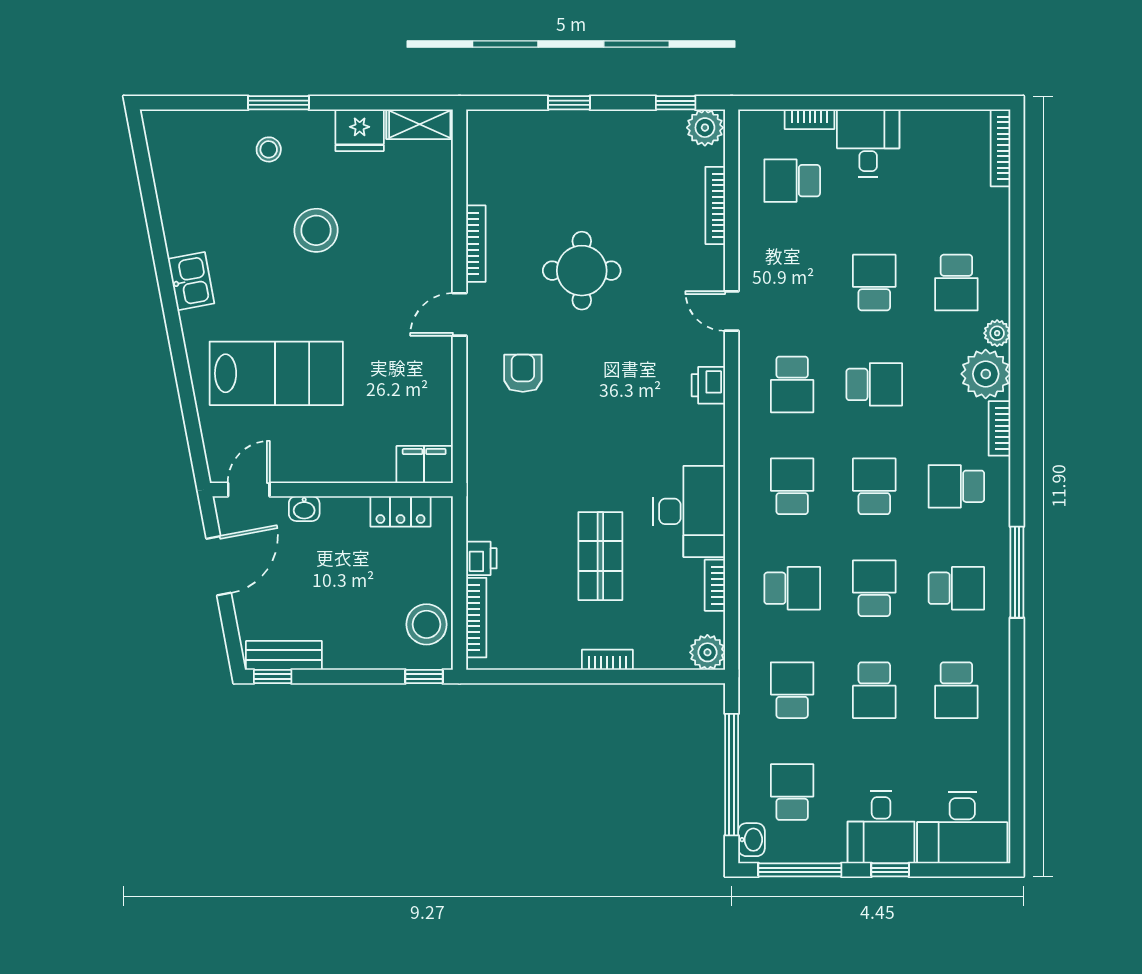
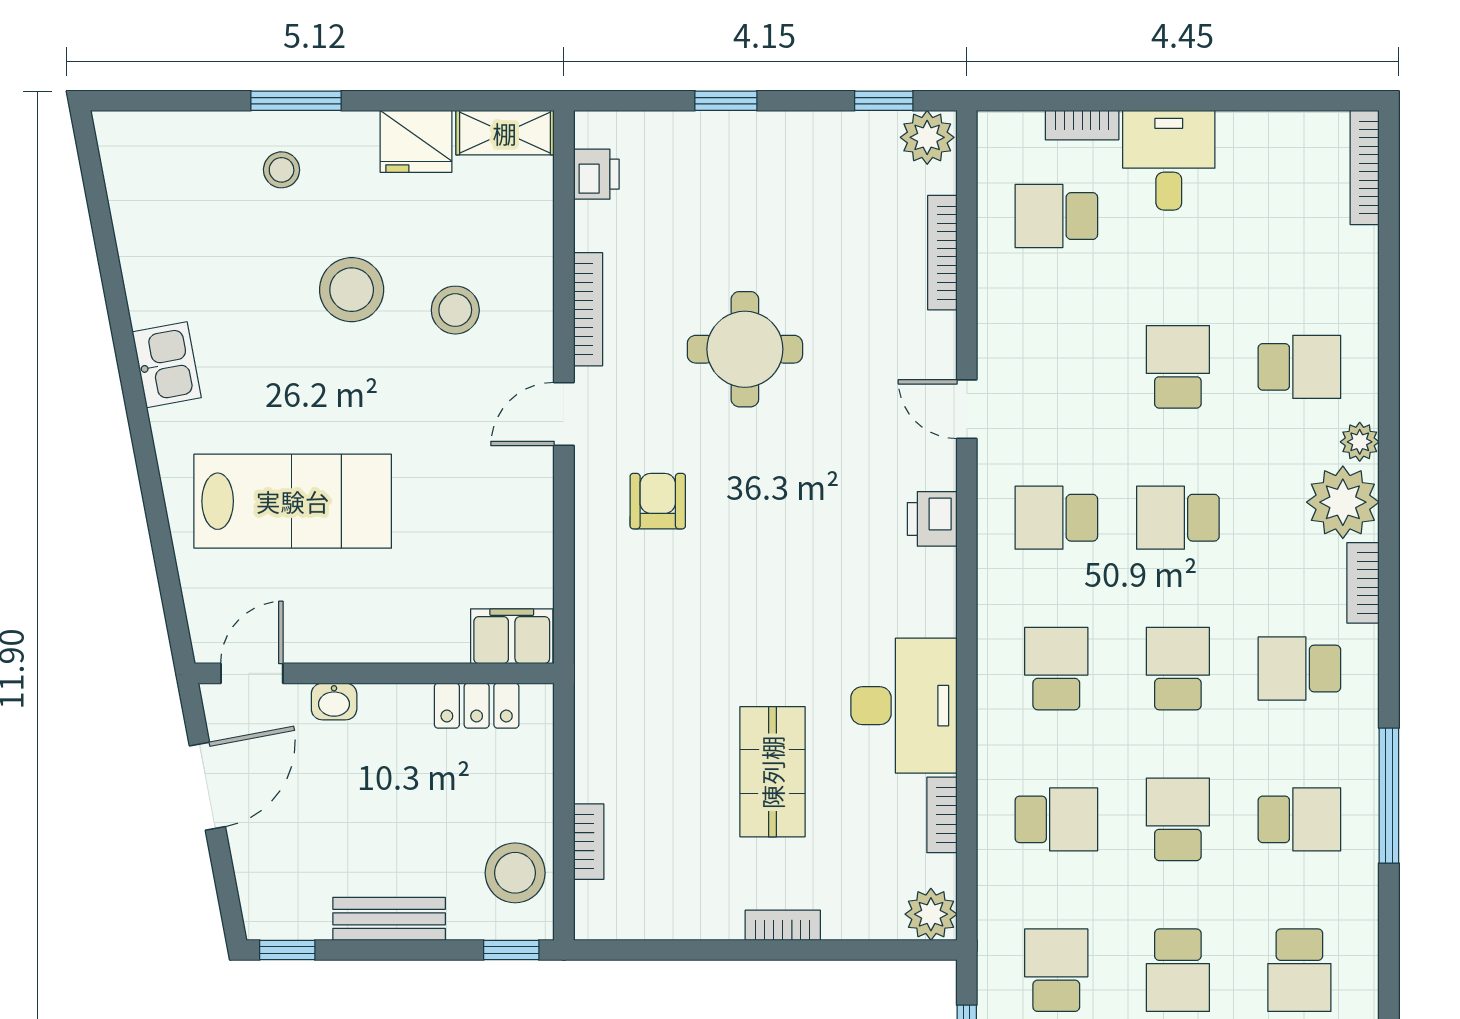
stool: (386, 244) -> (455, 310), added
school desk: (956, 283) -> (1299, 367), turned -90
school desk: (792, 384) -> (1056, 518), turned 90
school desk: (874, 384) -> (1178, 518), turned 180
printer: (481, 558) -> (596, 174), moved
bookcase: (476, 618) -> (589, 842), width x0.64
bench: (284, 655) -> (389, 919), moved

